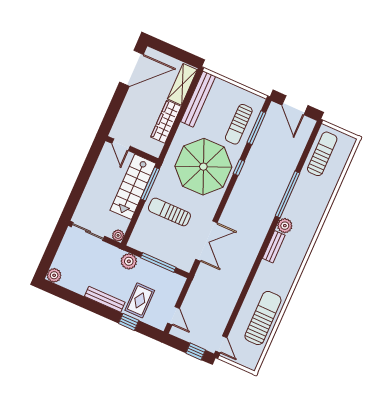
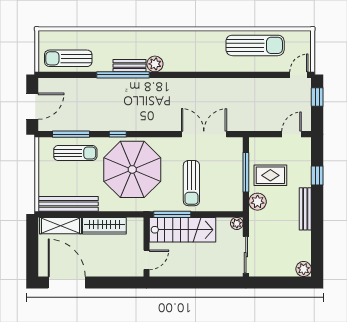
bench: (274, 247) -> (129, 66), moved
rug: (140, 300) -> (270, 175), moved
sun lounger: (263, 318) -> (255, 45), turned 180

